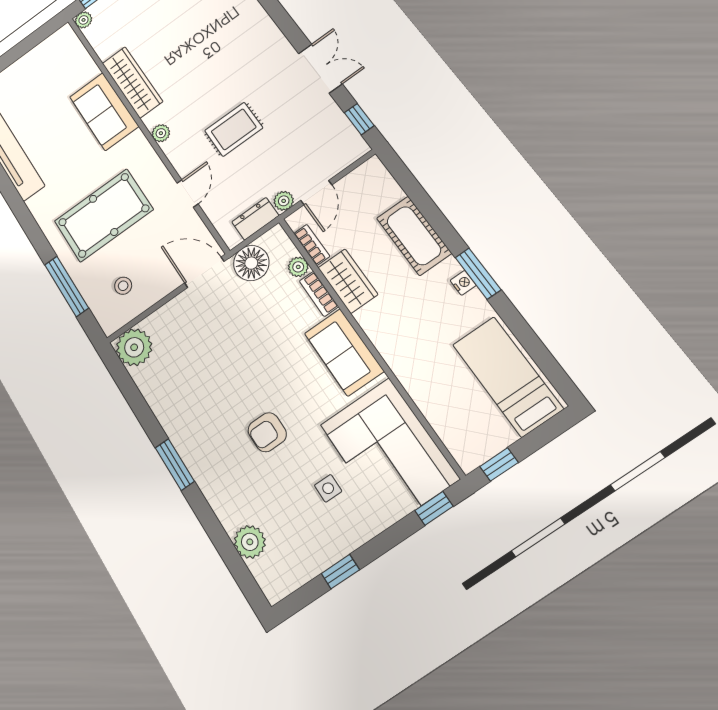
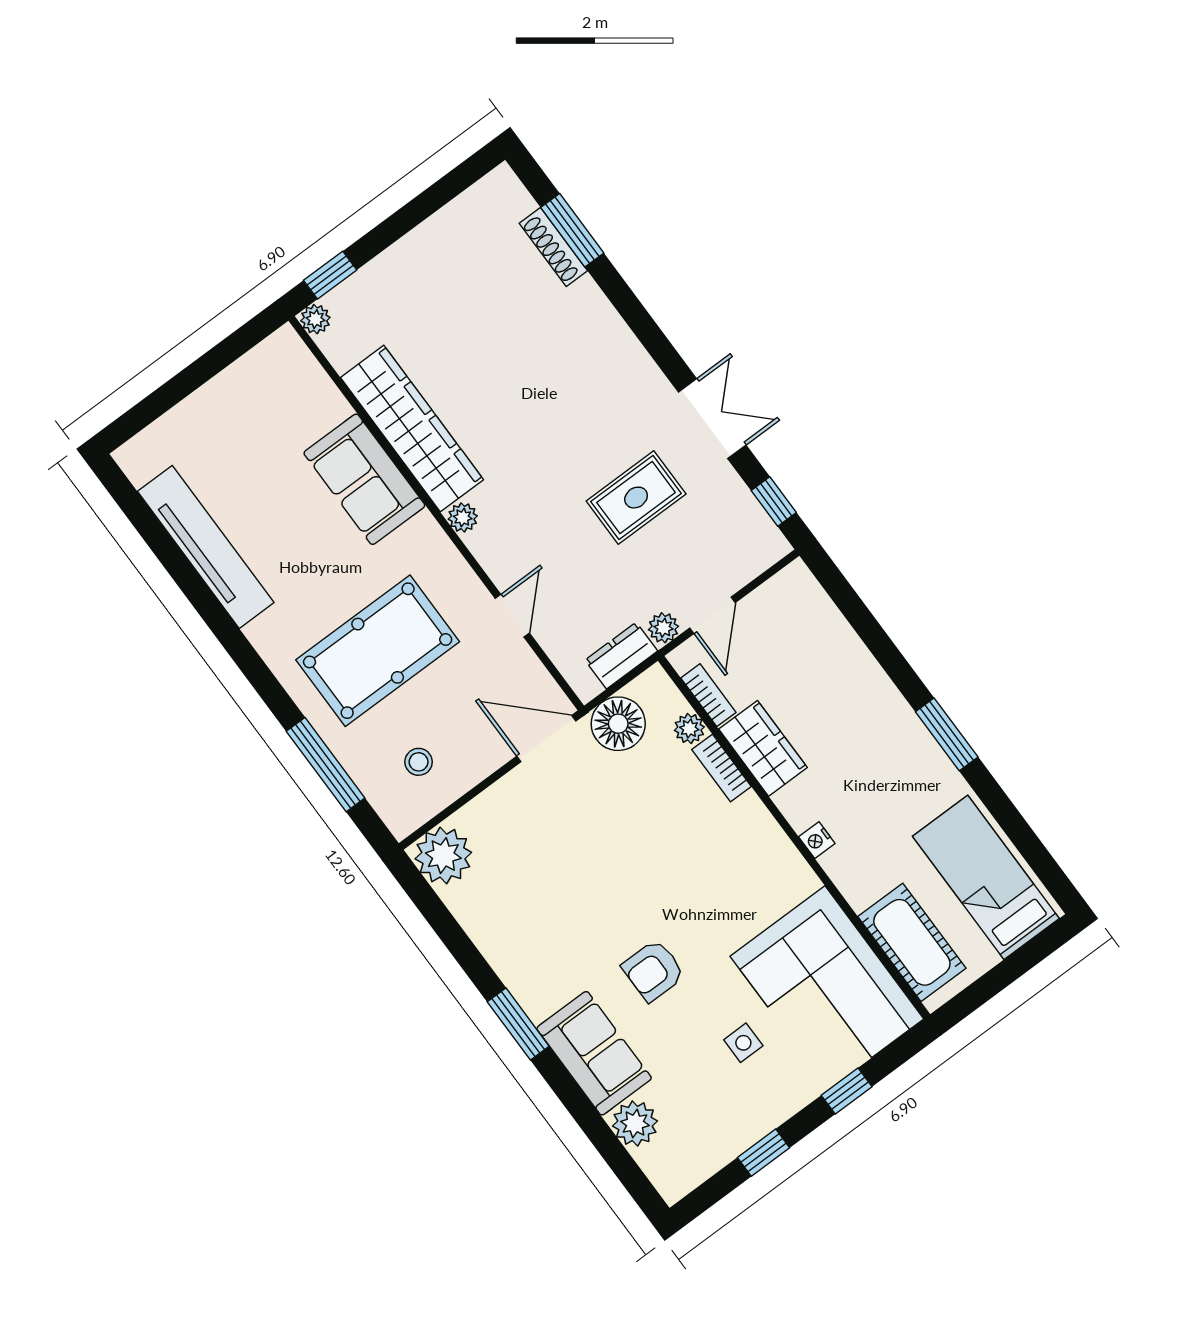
wardrobe: (132, 82) -> (412, 429), width x1.40, depth x1.17
rug: (234, 129) -> (636, 498), moved
cot: (414, 236) -> (912, 942), moved
nightstand: (463, 283) -> (817, 840), moved, turned 180
sofa: (344, 352) -> (594, 1053), moved, turned 180
window: (499, 464) -> (974, 996), removed
window: (434, 508) -> (847, 1091), moved

